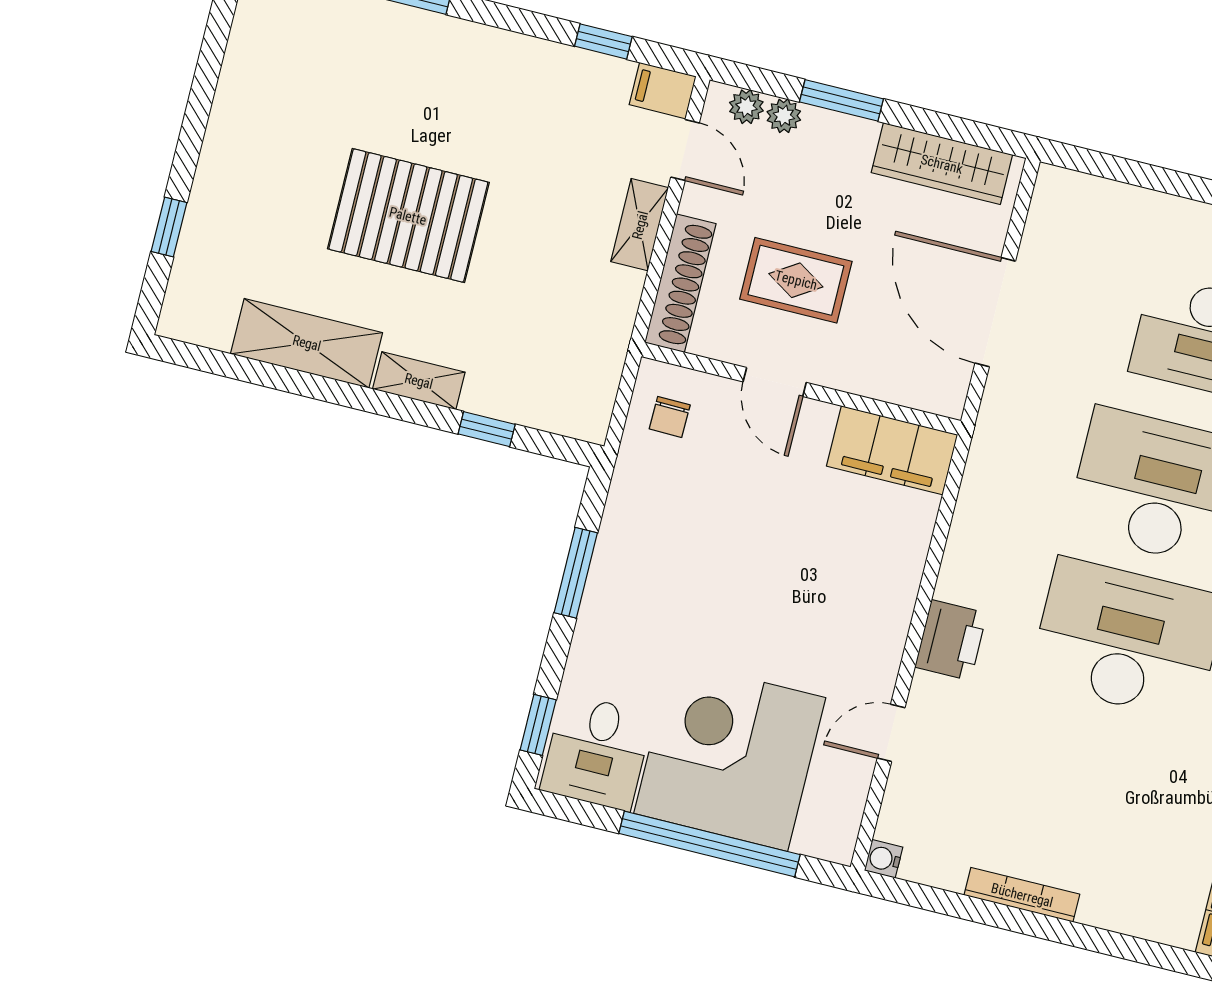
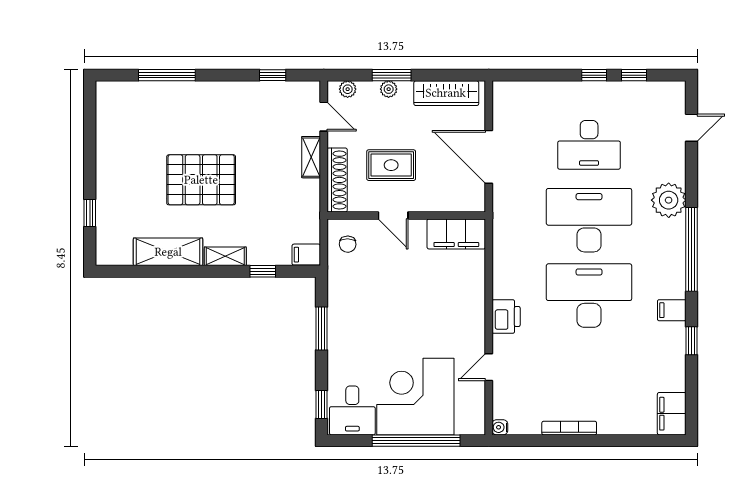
filing cabinet: (663, 90) -> (306, 255), moved
plant: (784, 116) -> (389, 89), moved

